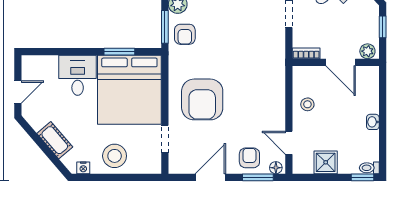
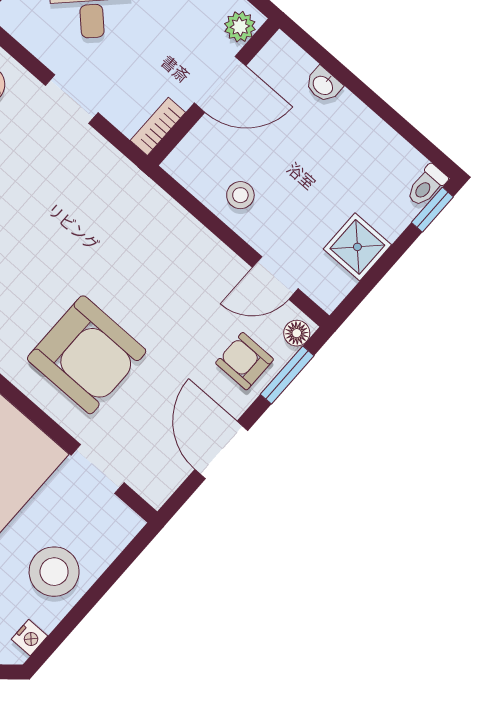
washbasin: (373, 122) -> (323, 85), moved

